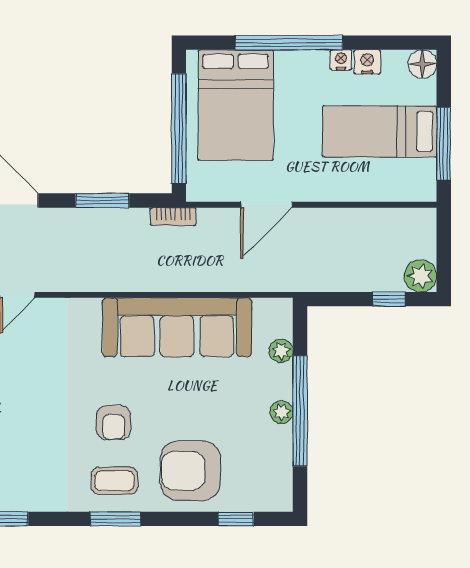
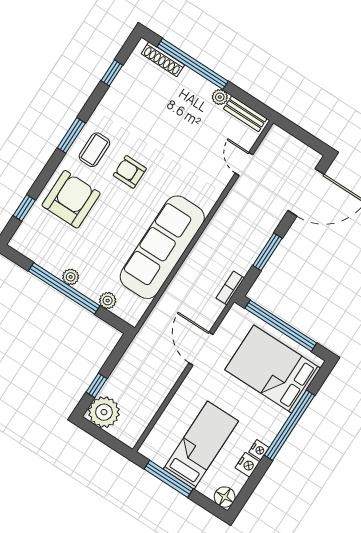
plant: (421, 276) -> (104, 412), width x1.36, depth x1.36

